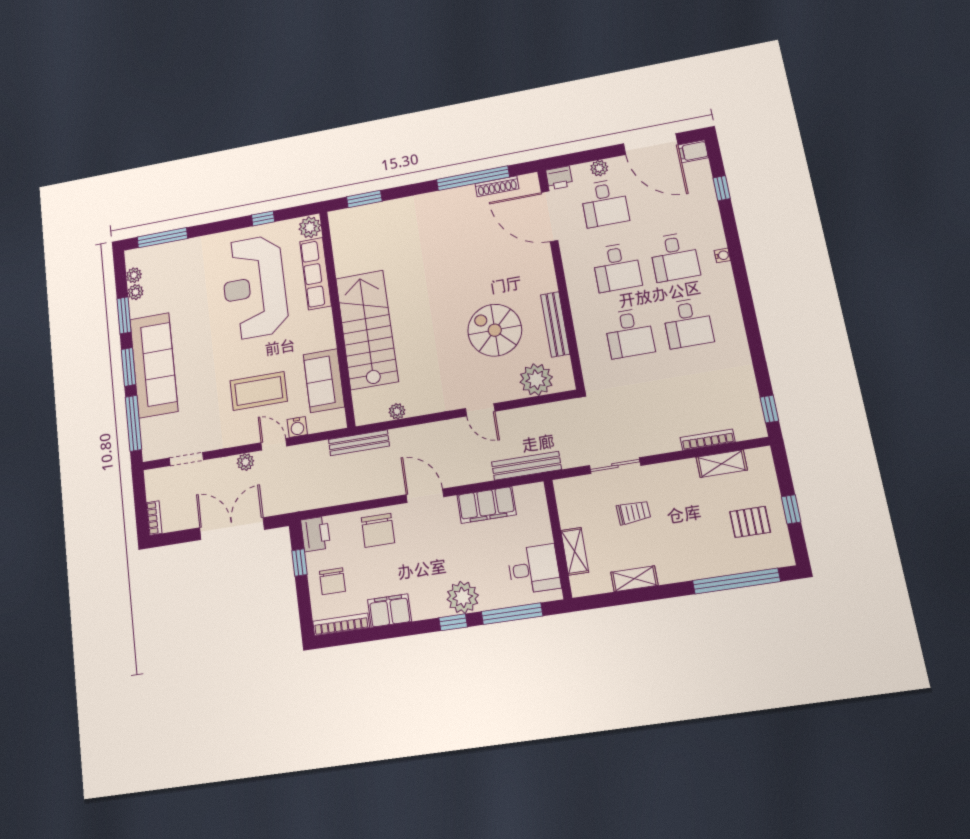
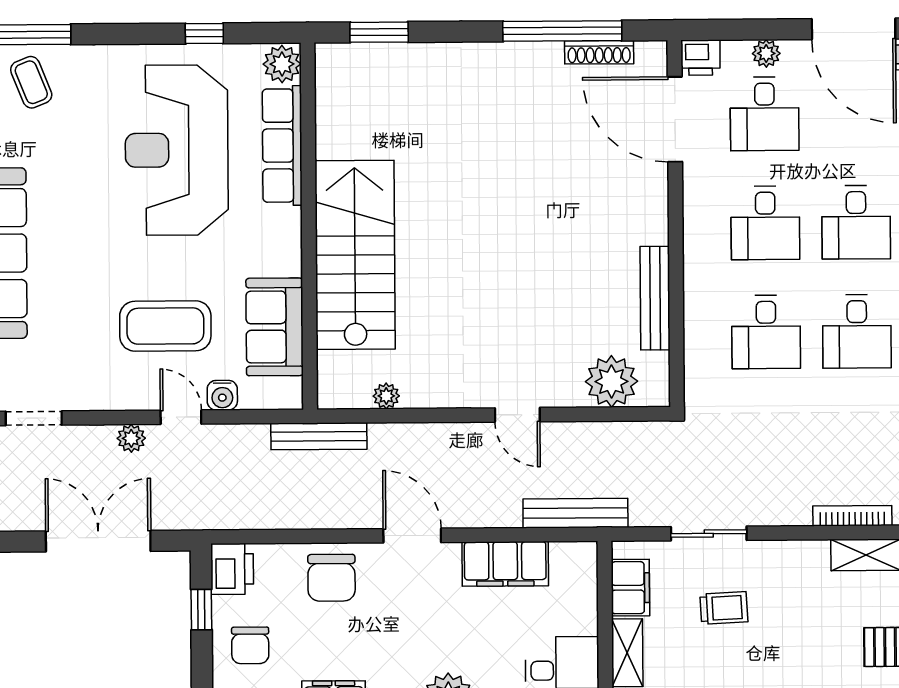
coffee table: (167, 264) -> (31, 82), added
spiral stairs: (495, 330) -> (559, 291), removed
filing cabinet: (570, 508) -> (630, 588), added

